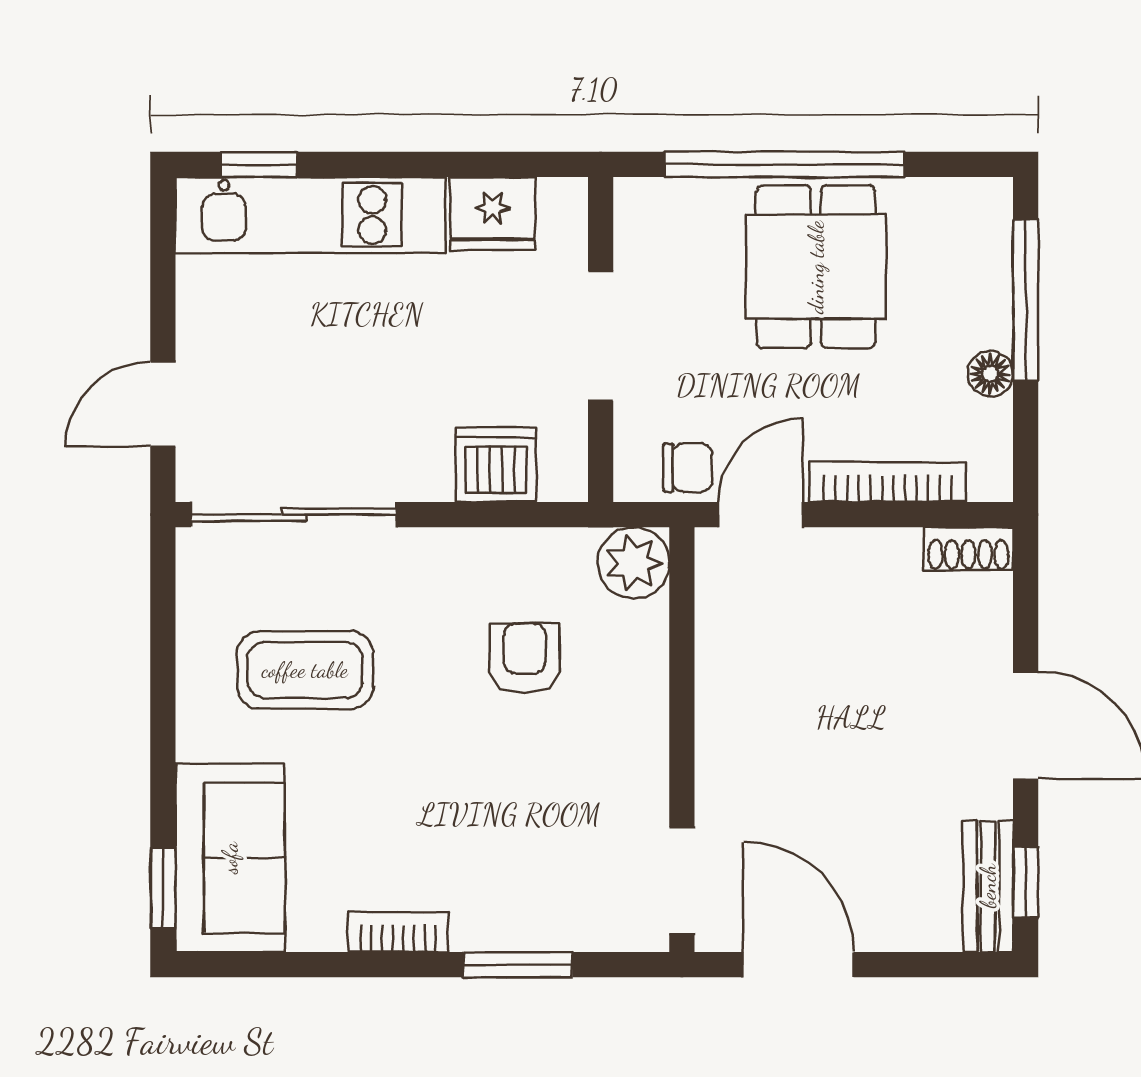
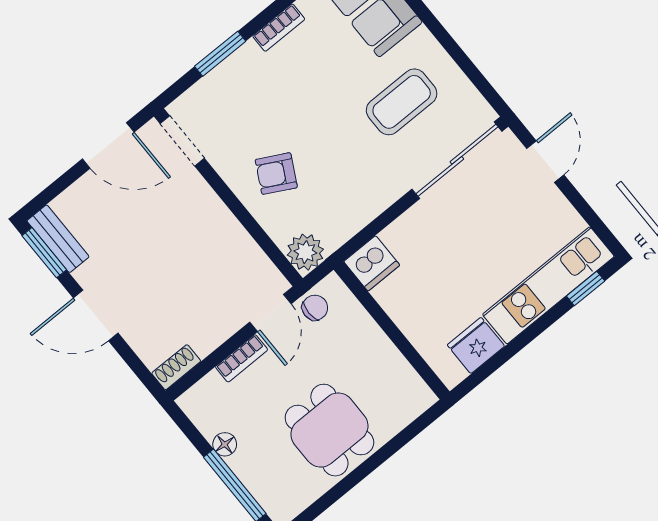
window: (785, 164) -> (375, 461), removed
doorway: (601, 336) -> (393, 332), removed
dishwasher: (496, 464) -> (372, 263), moved
chair: (688, 468) -> (315, 308), turned 180
bookcase: (888, 482) -> (242, 358), width x0.64
armchair: (525, 658) -> (276, 174), moved, turned 118
window: (1026, 882) -> (44, 253), width x1.50

